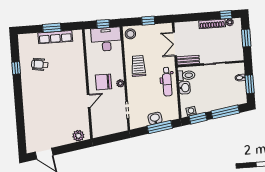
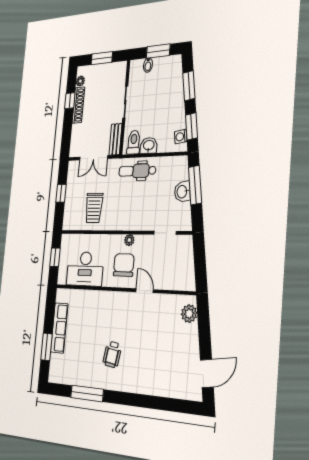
window: (226, 15) -> (70, 101), moved
window: (52, 28) -> (46, 347), moved
stool: (130, 34) -> (72, 220), removed
desk: (106, 39) -> (85, 269), moved, turned -90
wheelchair: (40, 64) -> (112, 354), moved
trolley: (138, 66) -> (94, 208), moved, turned -90
window: (16, 68) -> (87, 393), width x2.17
chair: (104, 82) -> (124, 265), turned 180
dental chair: (167, 82) -> (137, 171), turned 180
window: (225, 112) -> (189, 86), width x0.69

